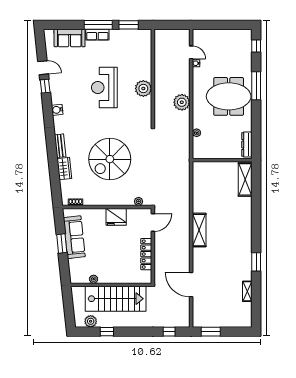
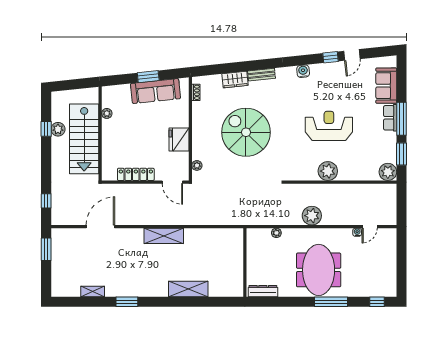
plant: (144, 37) -> (388, 172), added
shelving: (245, 179) -> (188, 289), moved
plant: (91, 321) -> (58, 129), moved

